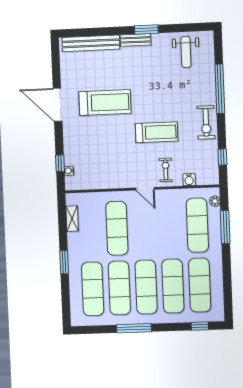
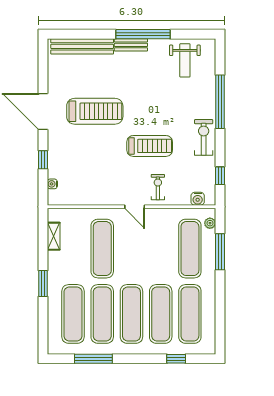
window: (146, 30) -> (143, 34), width x2.11
exercise bike: (206, 122) -> (204, 137), turned 180
window: (60, 163) -> (43, 160), moved
water cooler: (189, 180) -> (198, 199), moved
window: (200, 326) -> (176, 359), moved
window: (134, 328) -> (93, 359), moved

